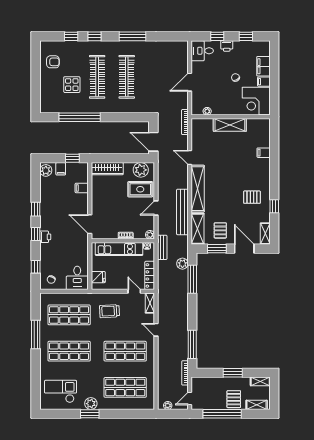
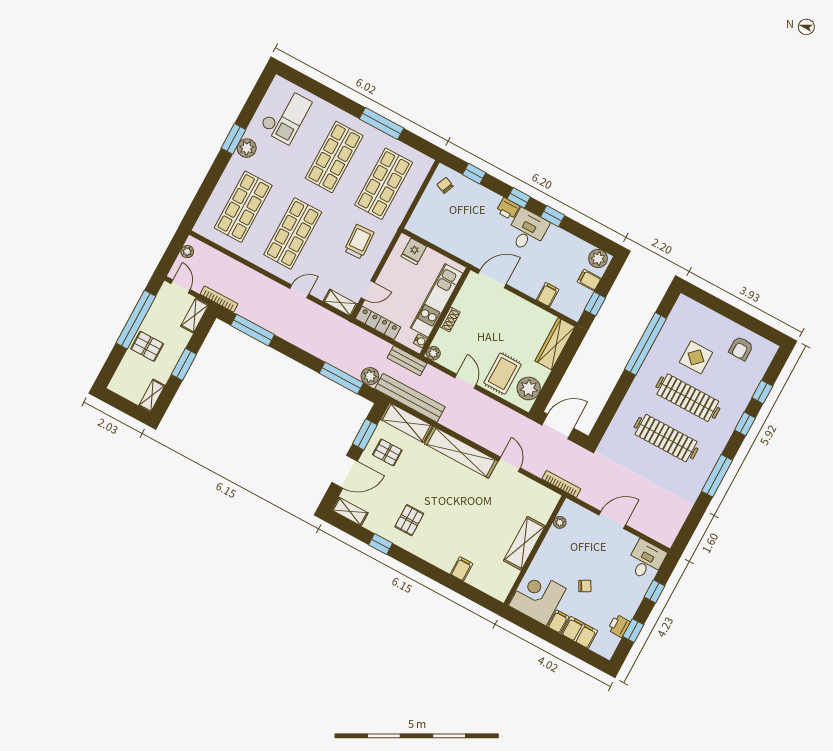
printer: (227, 46) -> (619, 626), moved
door: (190, 82) -> (612, 520), hinge flipped
door: (190, 157) -> (510, 464), hinge flipped
bench: (182, 212) -> (410, 398), moved
desk: (77, 278) -> (527, 231), moved, turned 90
shelving: (257, 405) -> (195, 315), moved

